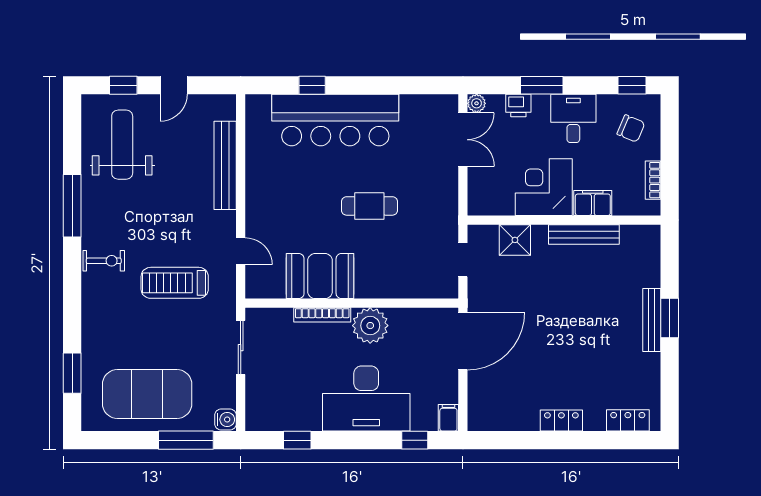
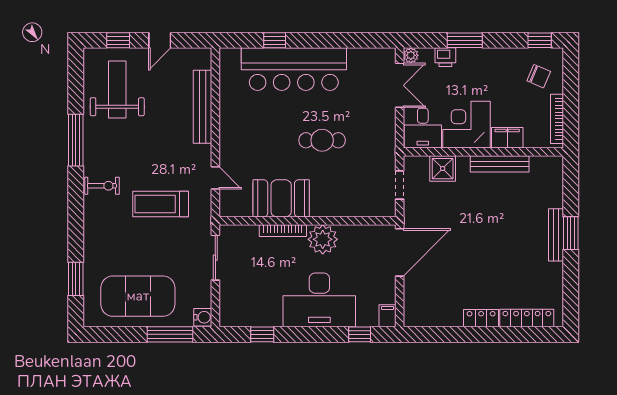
desk: (573, 118) -> (423, 128), moved, turned 180
bookcase: (653, 180) -> (557, 119), width x1.56
locker: (628, 420) -> (527, 318), width x1.53

